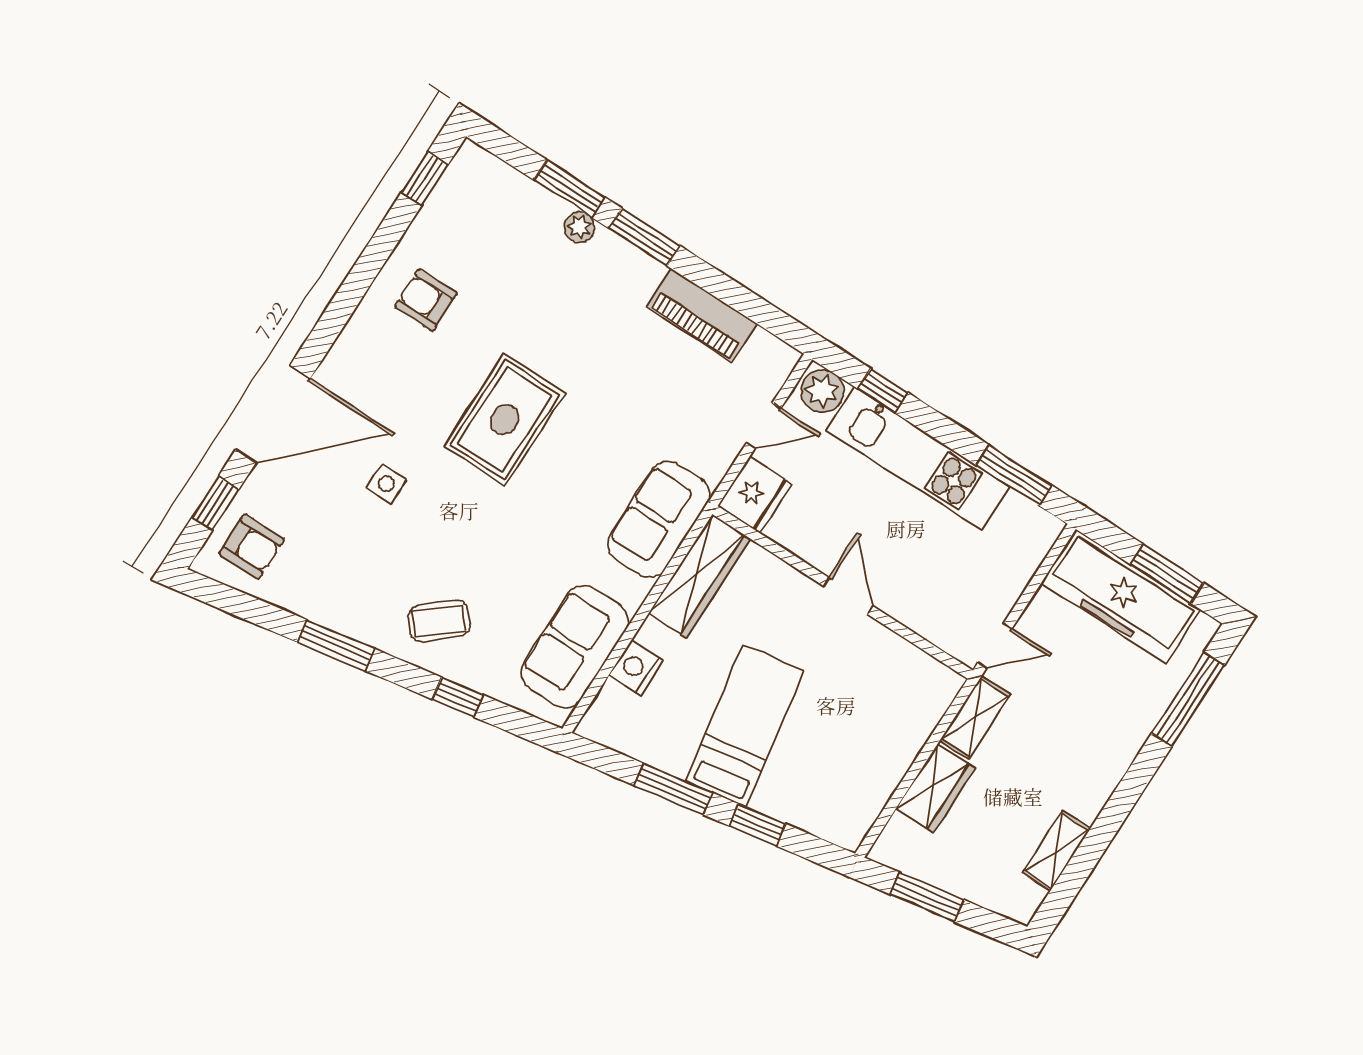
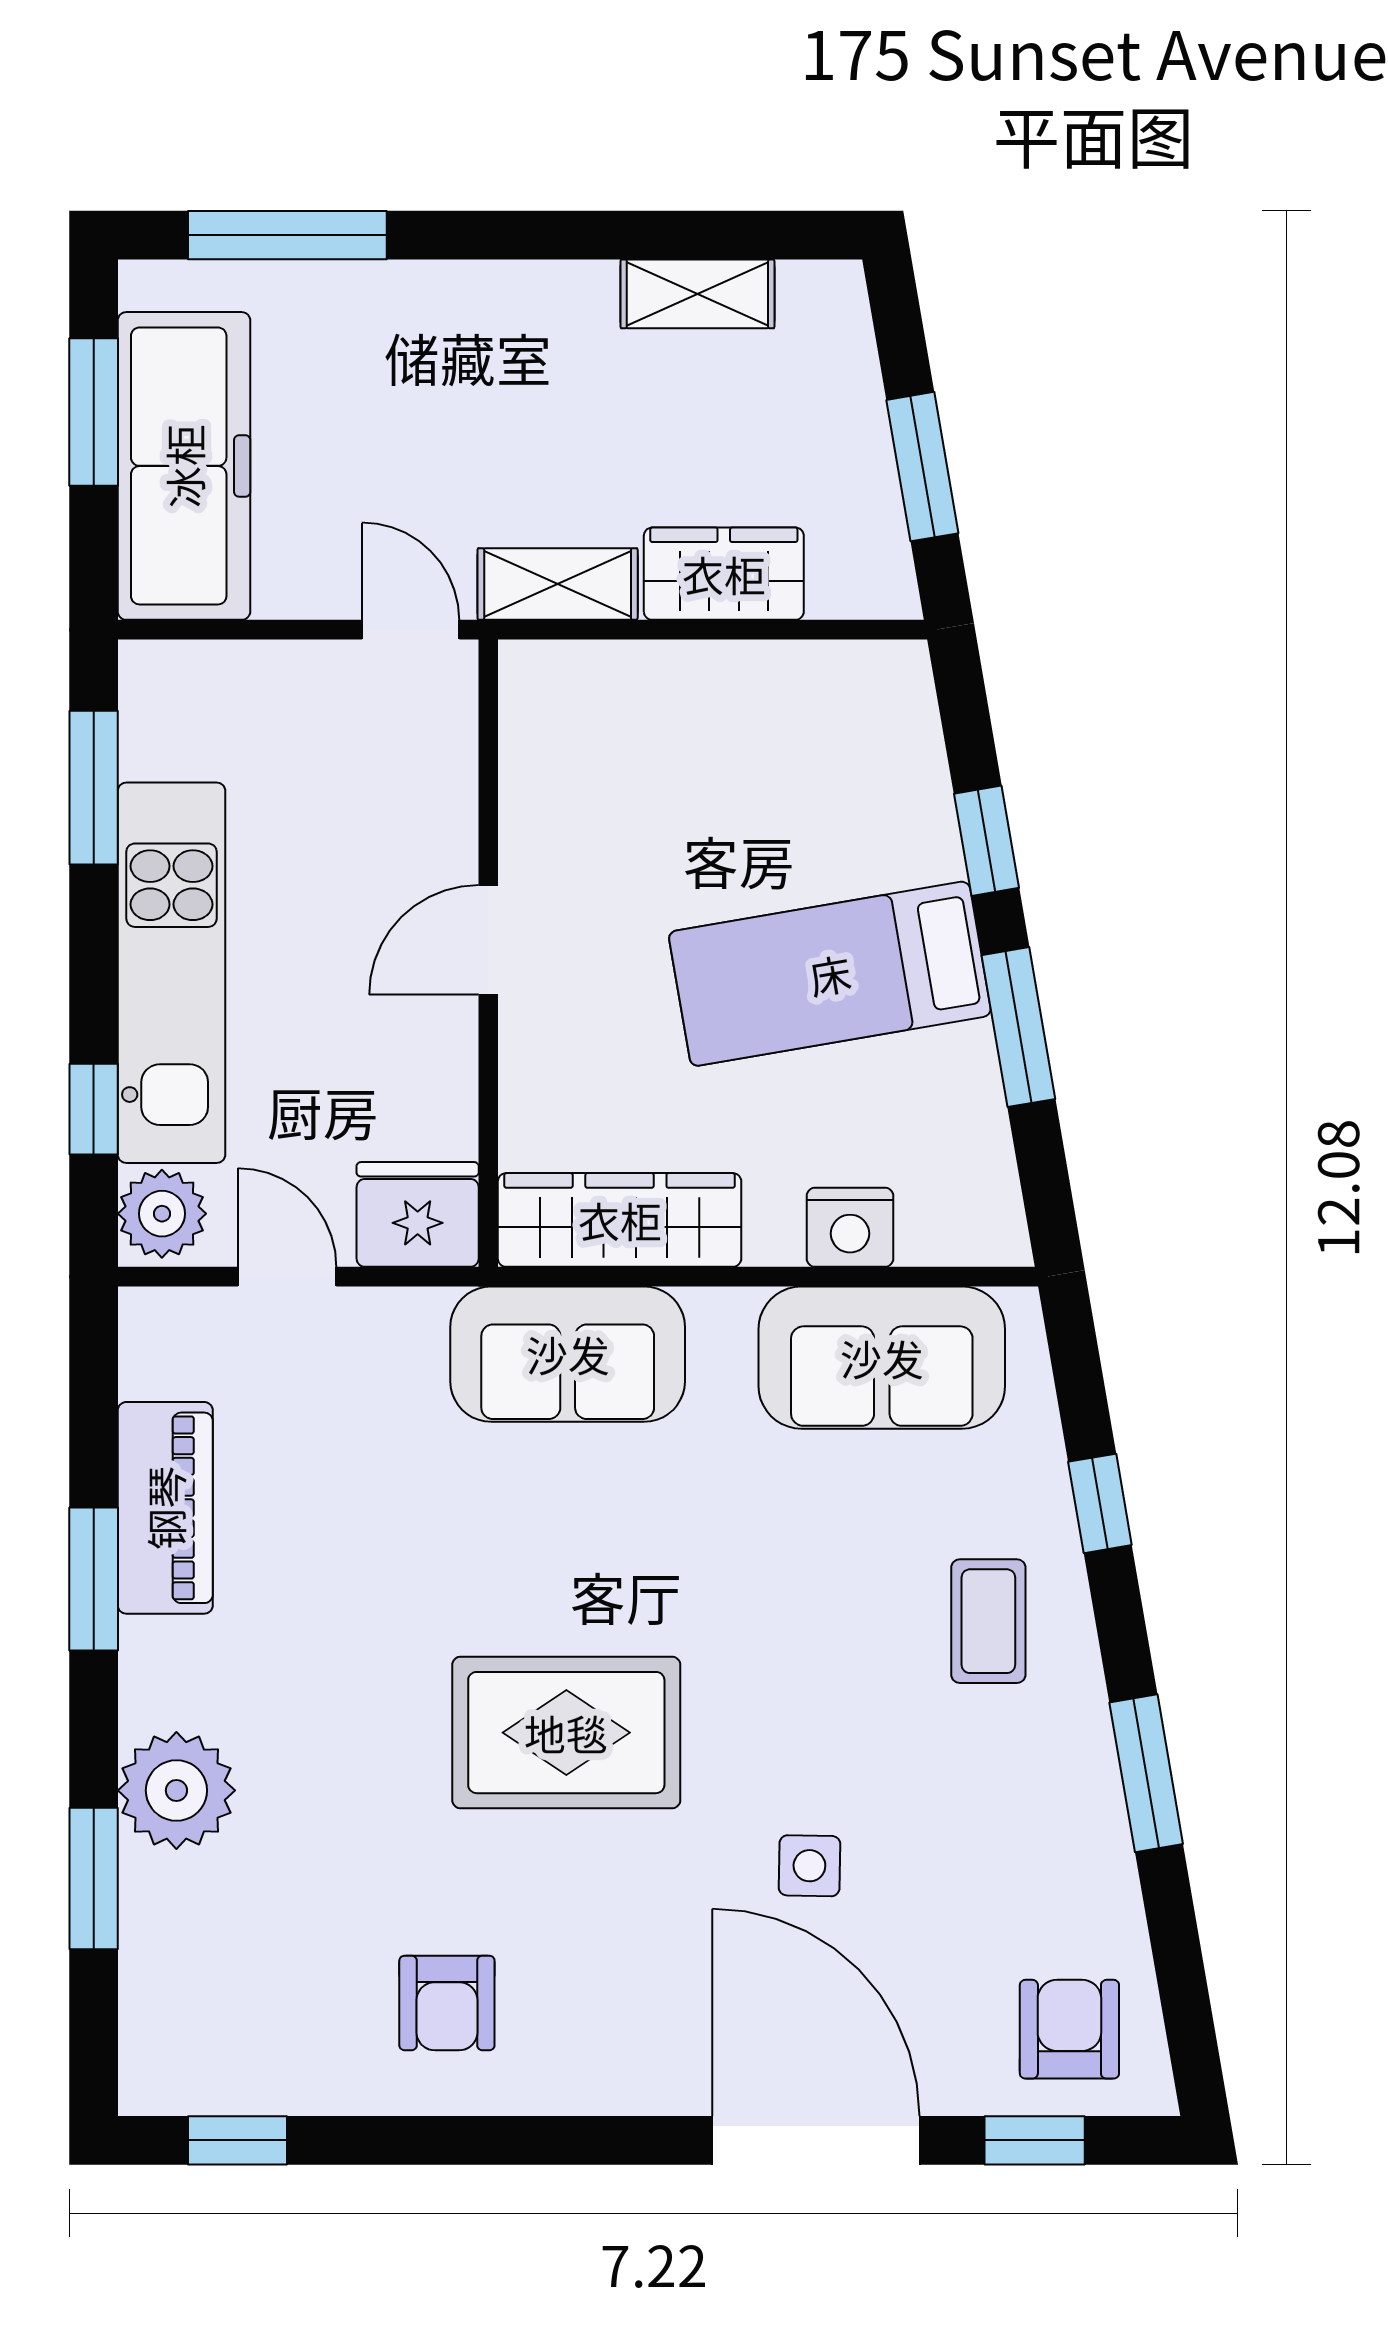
plant: (579, 227) -> (176, 1790), width x1.88, depth x1.88
window: (644, 237) -> (94, 1579), moved
coffee table: (439, 621) -> (988, 1621), turned 41

